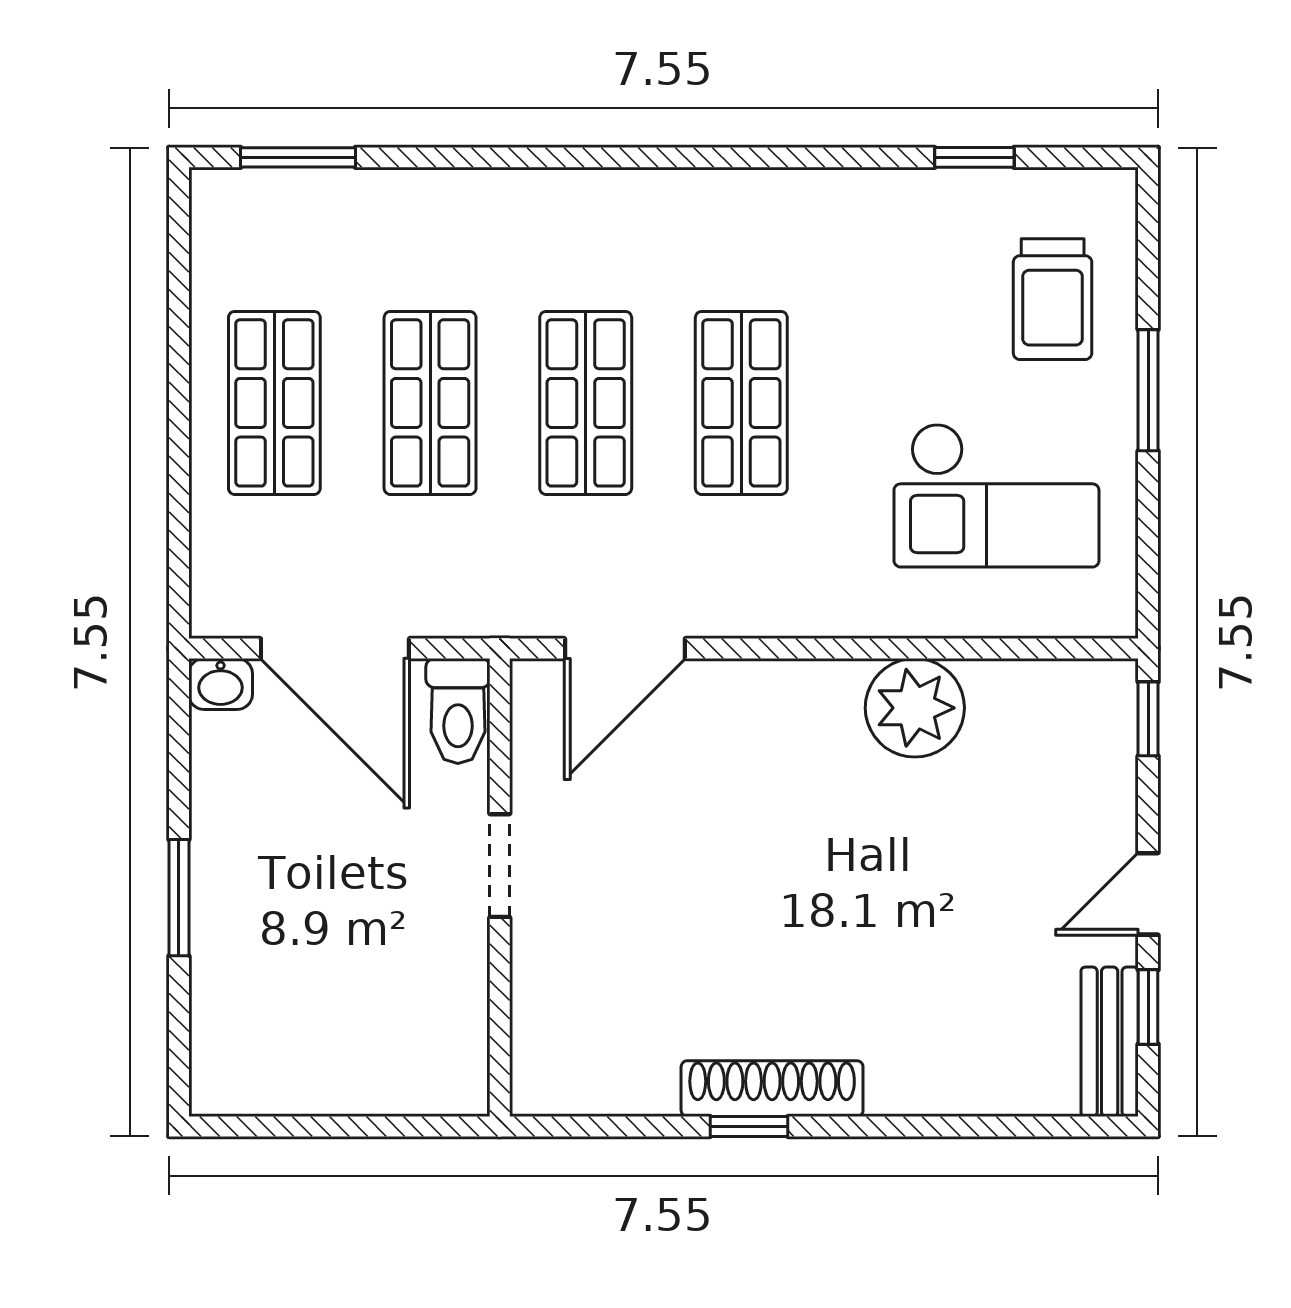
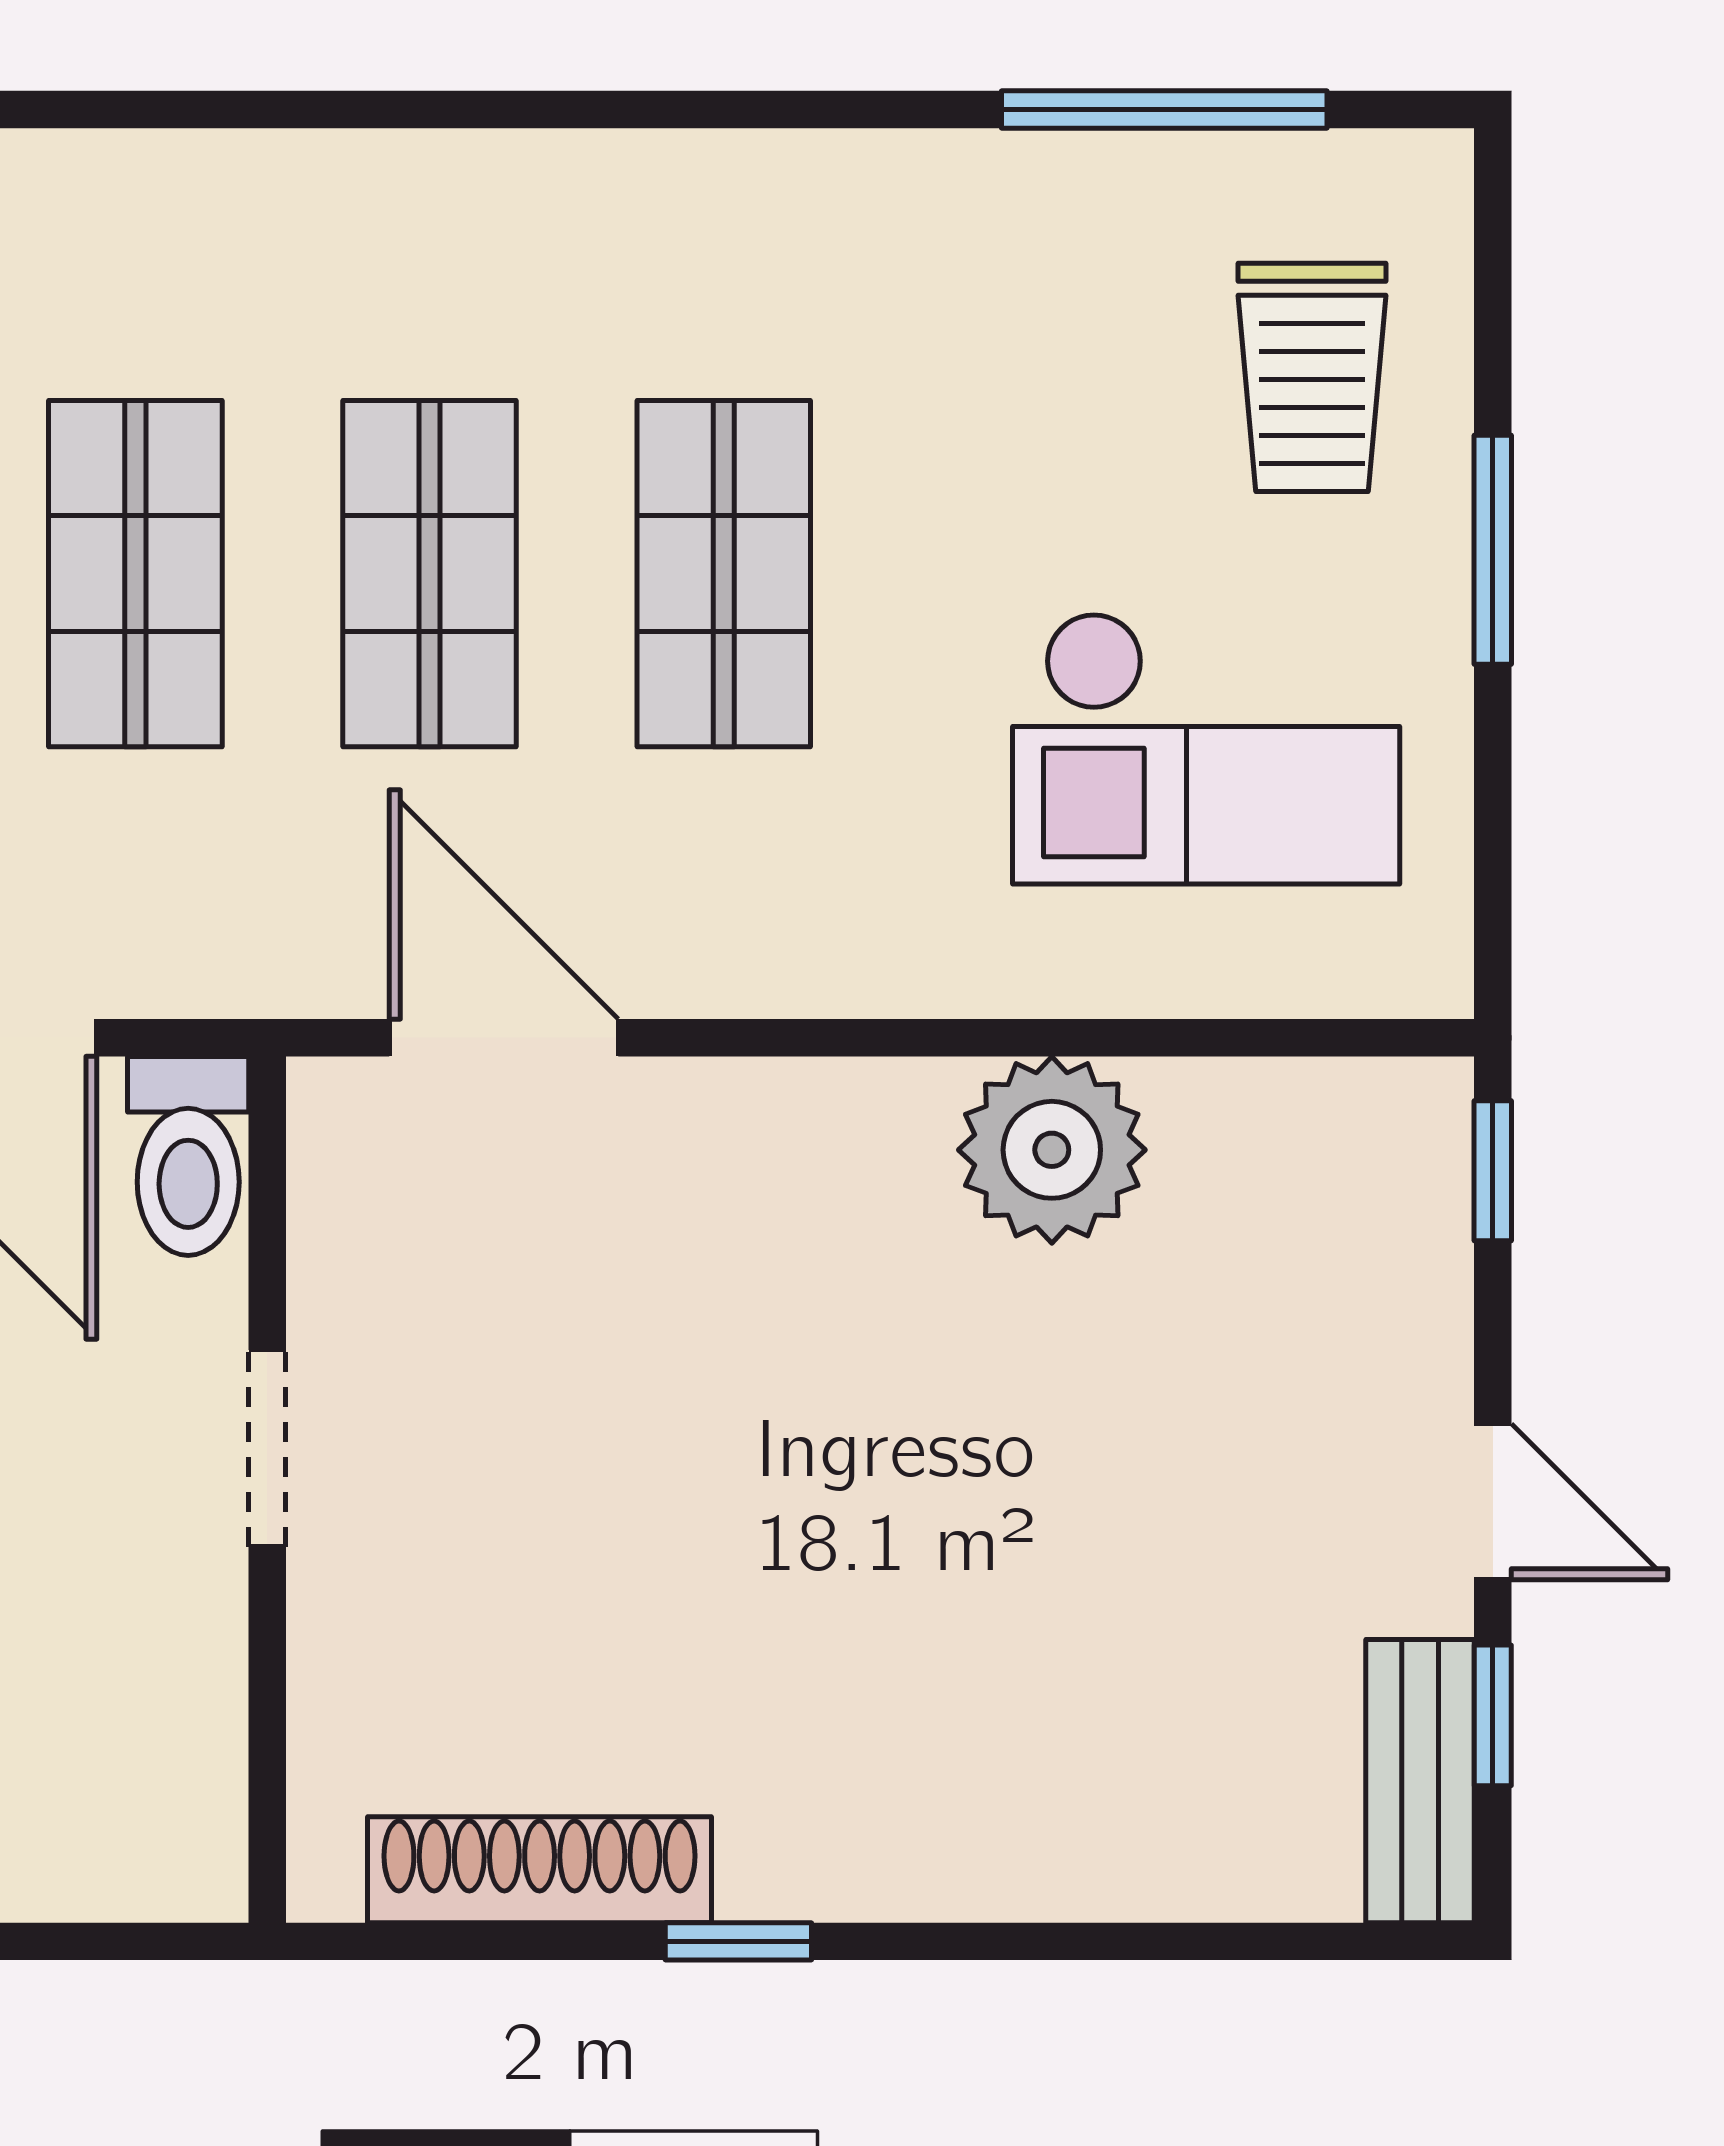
window: (974, 157) -> (1164, 109), width x2.17
door: (625, 648) -> (504, 1038), swing flipped
door: (1148, 894) -> (1493, 1502), swing flipped
shoe rack: (772, 1089) -> (540, 1870), moved

